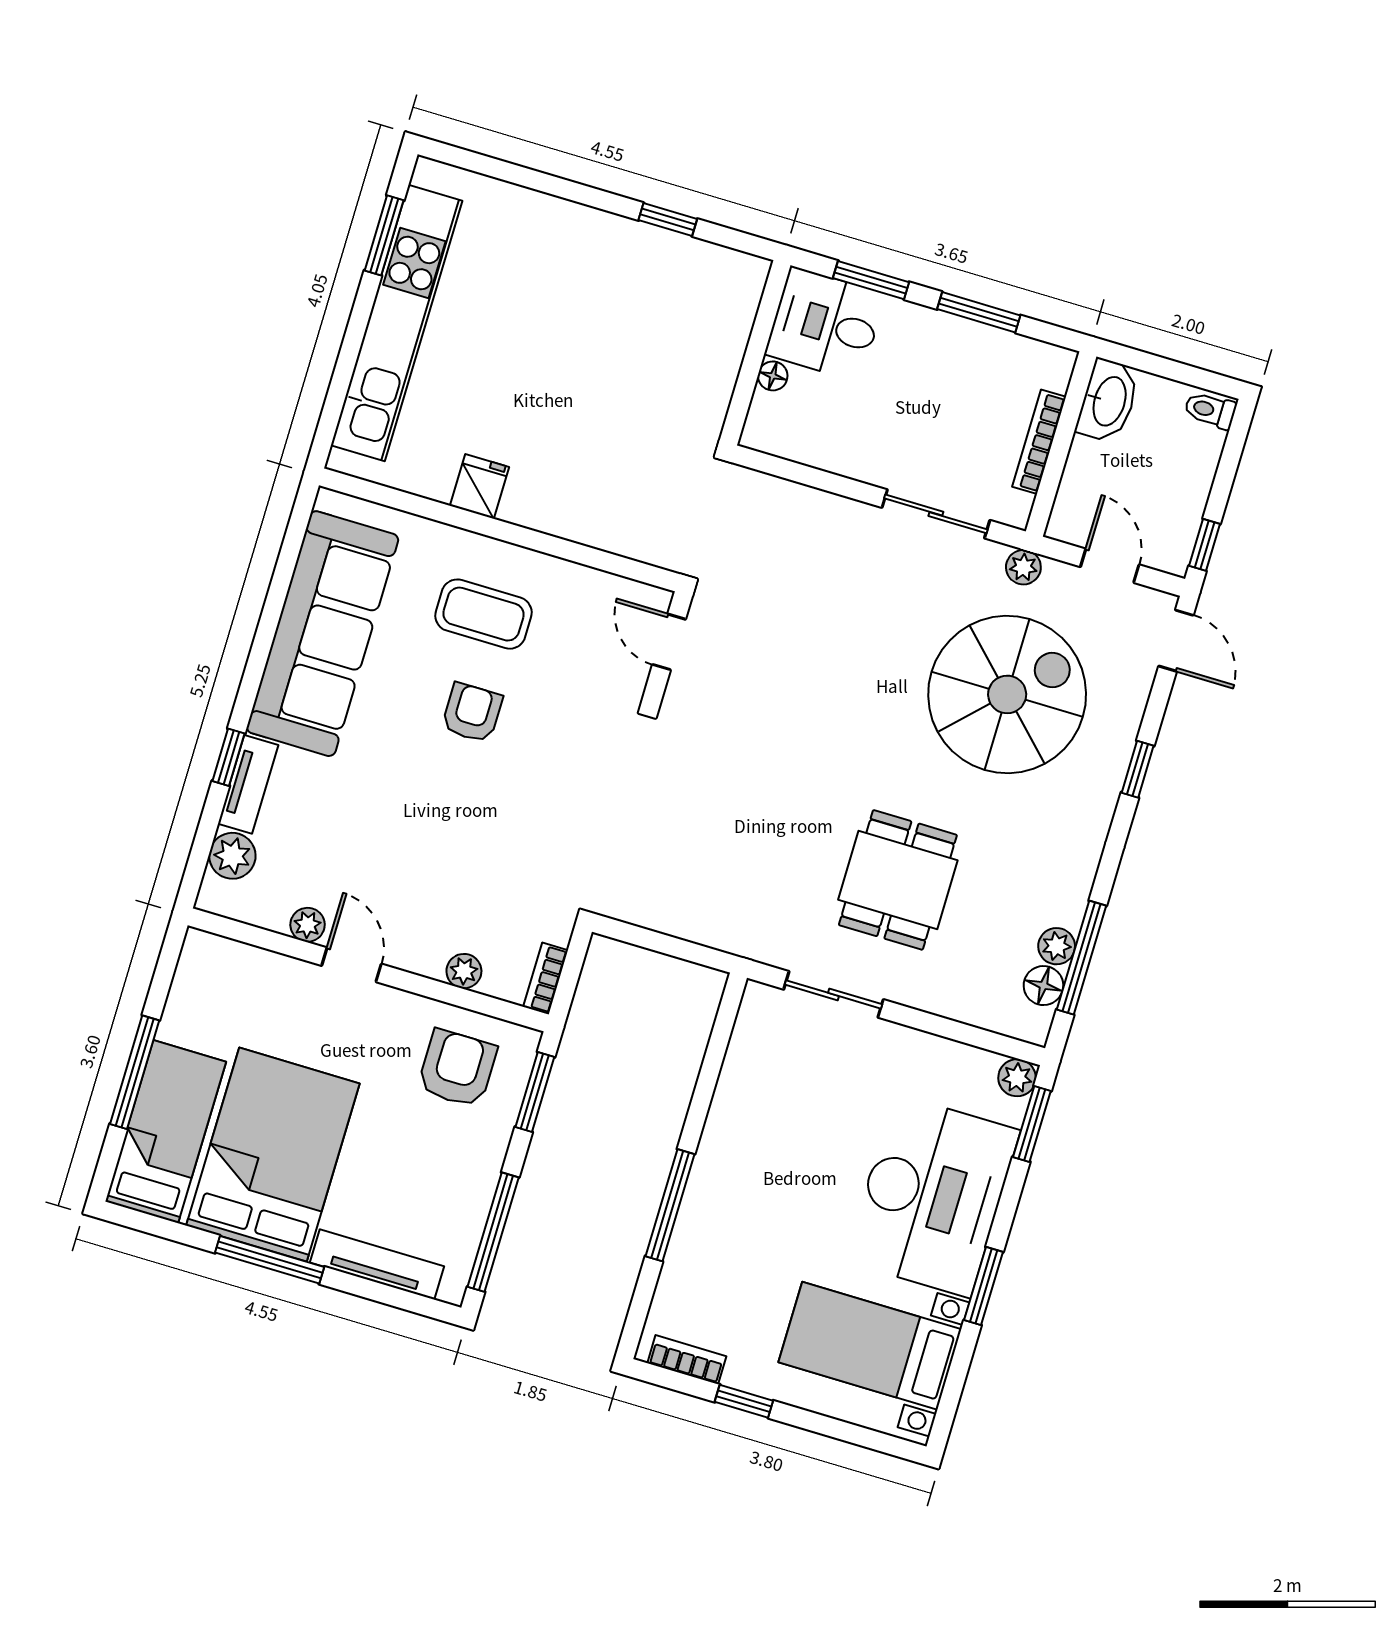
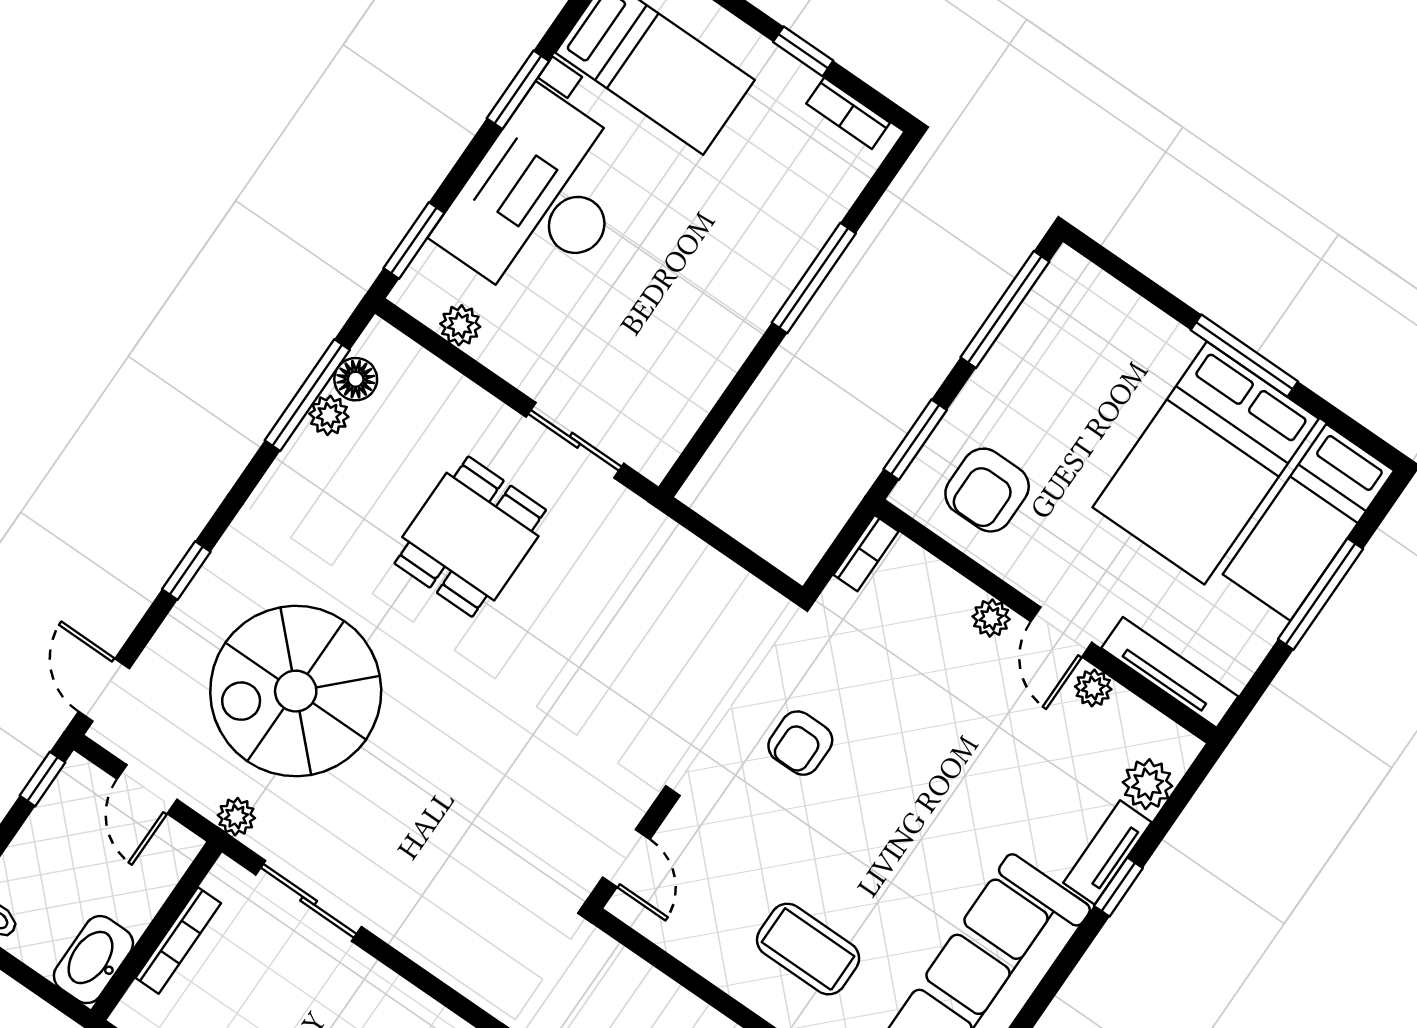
armchair: (472, 713) -> (800, 743), moved
plant: (464, 971) -> (991, 618), moved
plant: (1017, 1078) -> (460, 325), moved
tv unit: (377, 1264) -> (1170, 672), moved, turned 180

